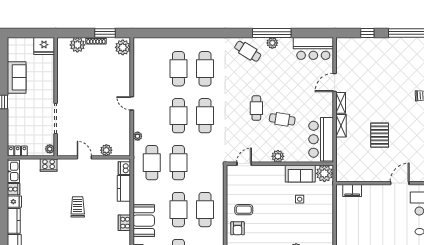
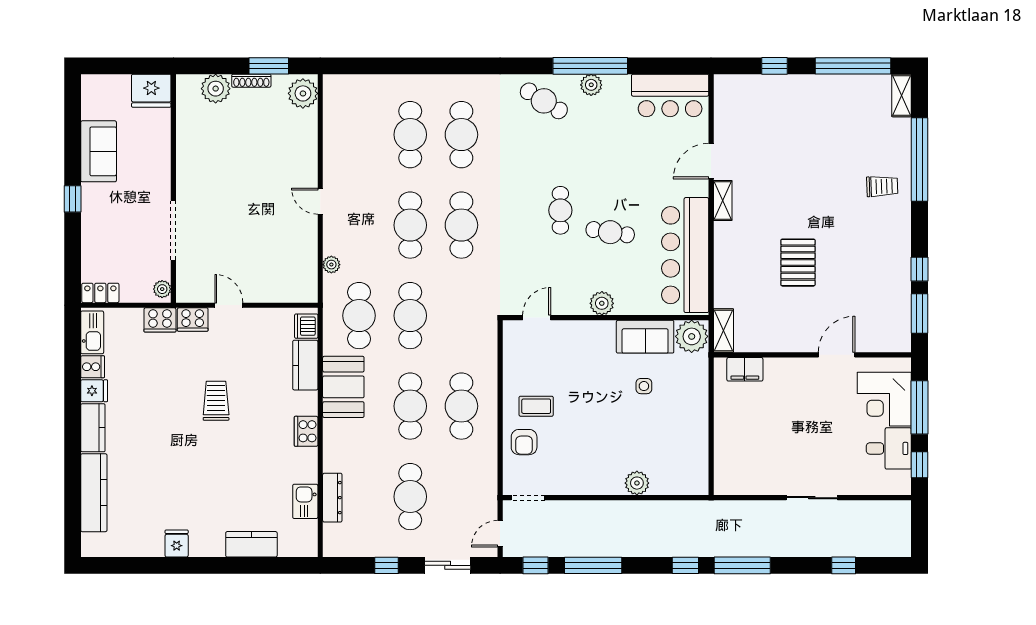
shelving: (341, 126) -> (723, 330), moved
bar counter: (321, 139) -> (685, 255), width x1.36
plant: (106, 150) -> (271, 292), removed
cooker: (66, 165) -> (193, 320), added
booth: (144, 221) -> (343, 387), moved

